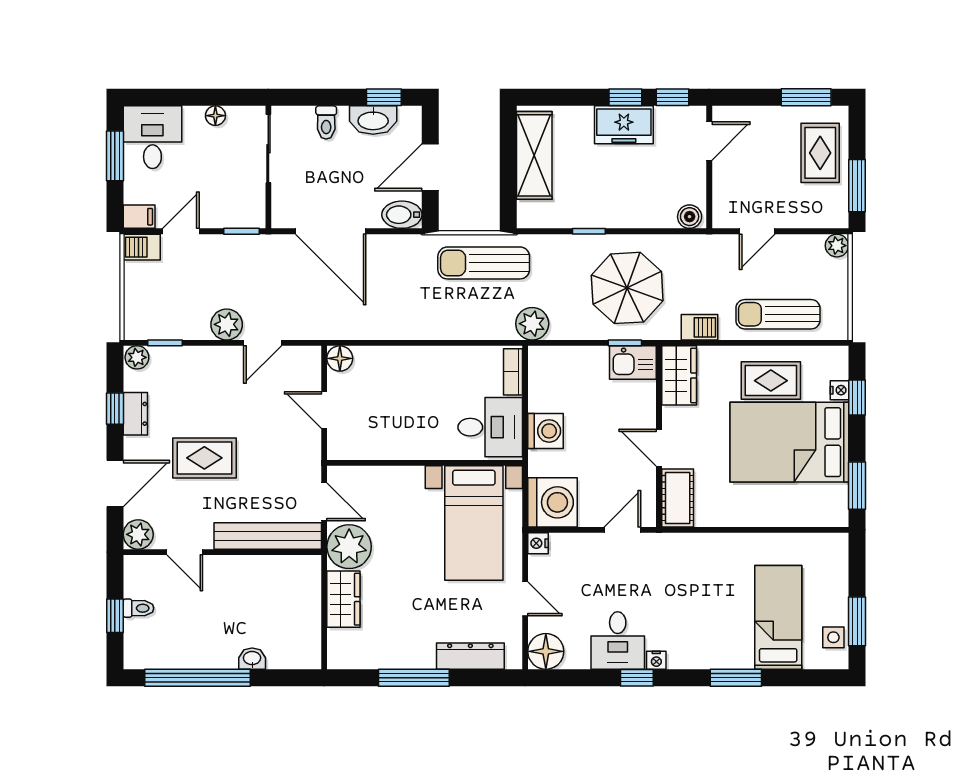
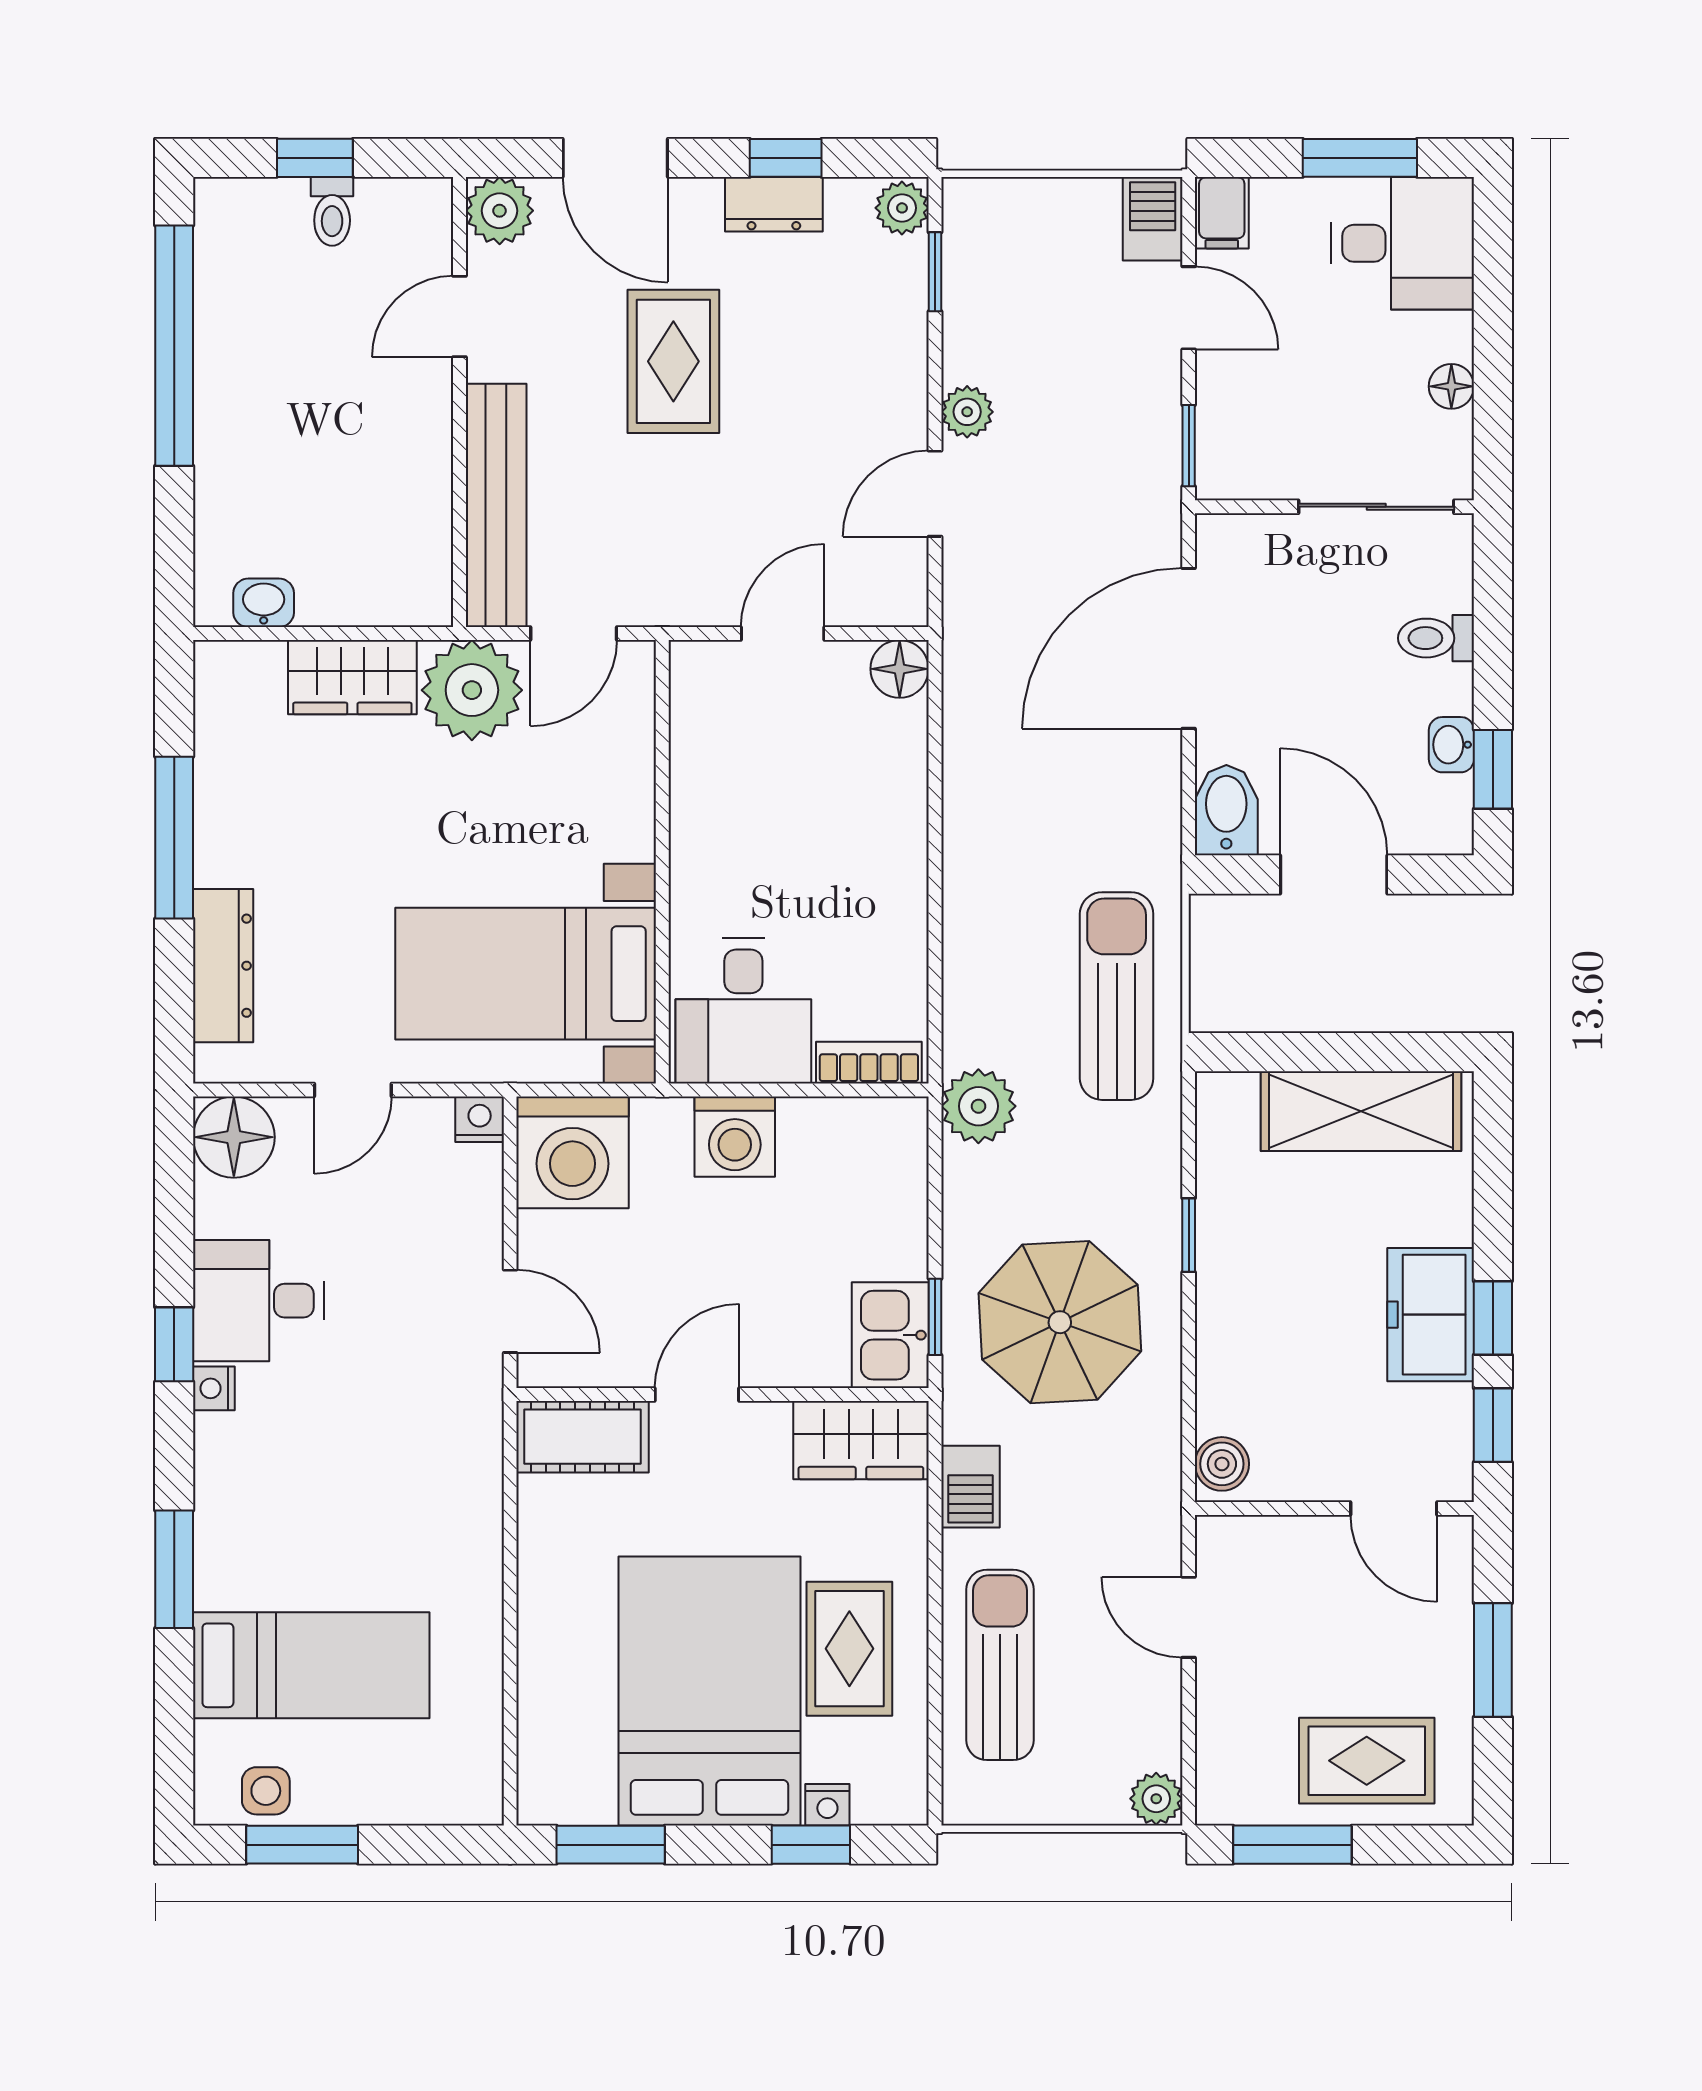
window: (806, 97) -> (1493, 1660), moved
washbasin: (373, 120) -> (1451, 745), width x0.52, depth x0.69
plant: (227, 324) -> (967, 412), width x0.73, depth x0.73
door: (263, 343) -> (935, 494), hinge flipped
washbasin: (252, 659) -> (264, 603), moved, turned -90

